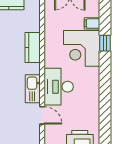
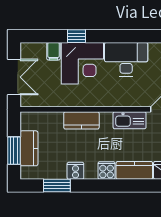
desk: (59, 87) -> (126, 59), moved, turned 180

